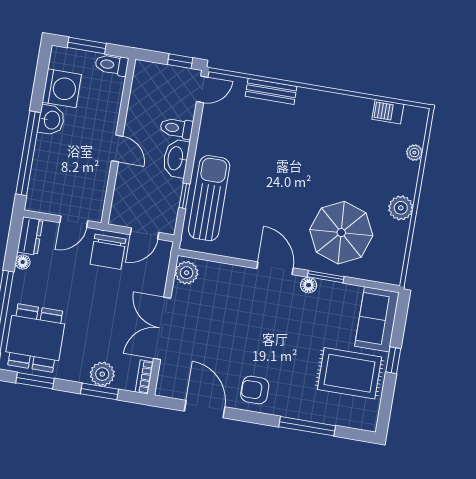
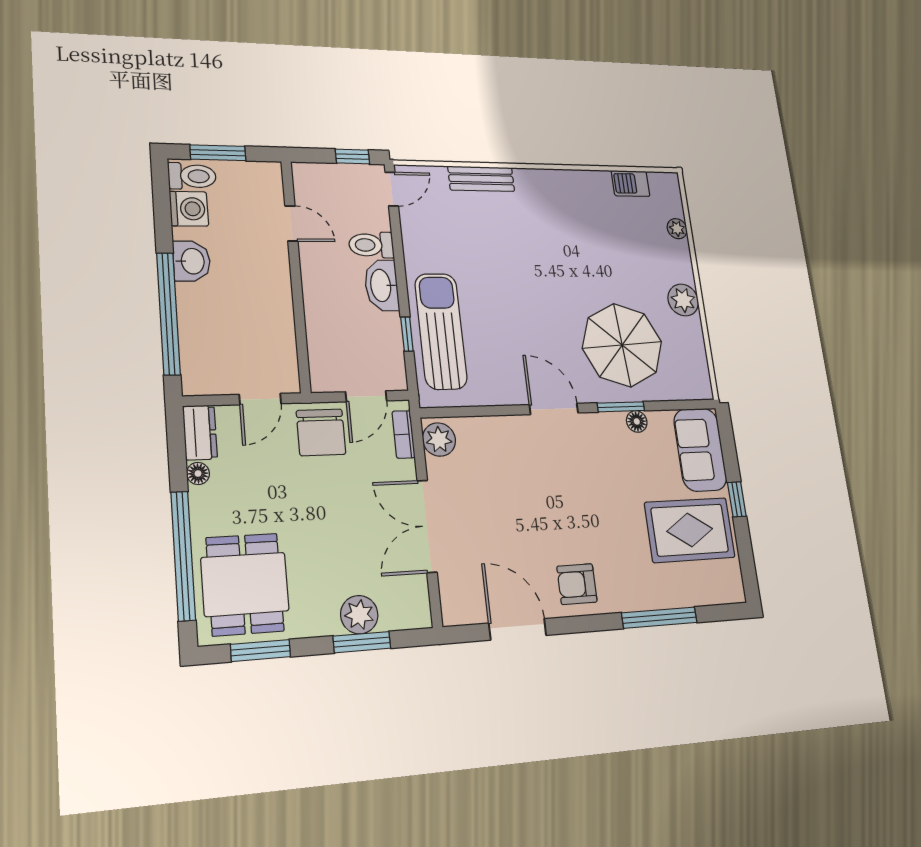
toilet: (112, 65) -> (192, 176), moved, turned 180
washing machine: (62, 88) -> (189, 209), width x0.73, depth x0.73
door: (117, 148) -> (291, 223), moved
floor lamp: (309, 285) -> (637, 421), moved
bookcase: (144, 377) -> (404, 434), moved

